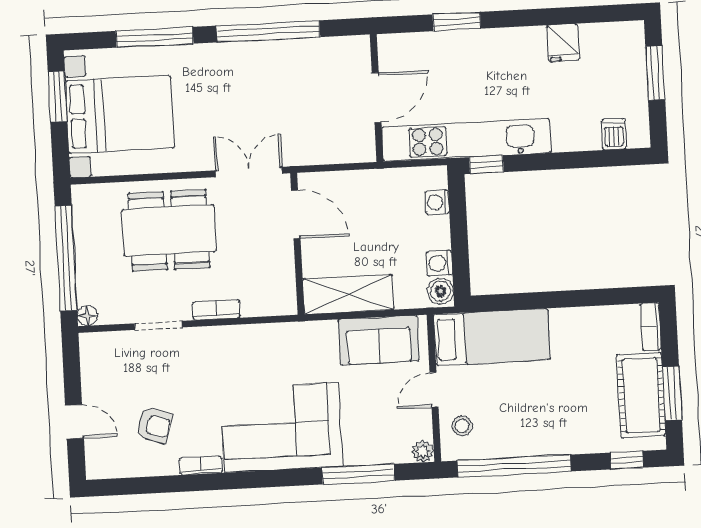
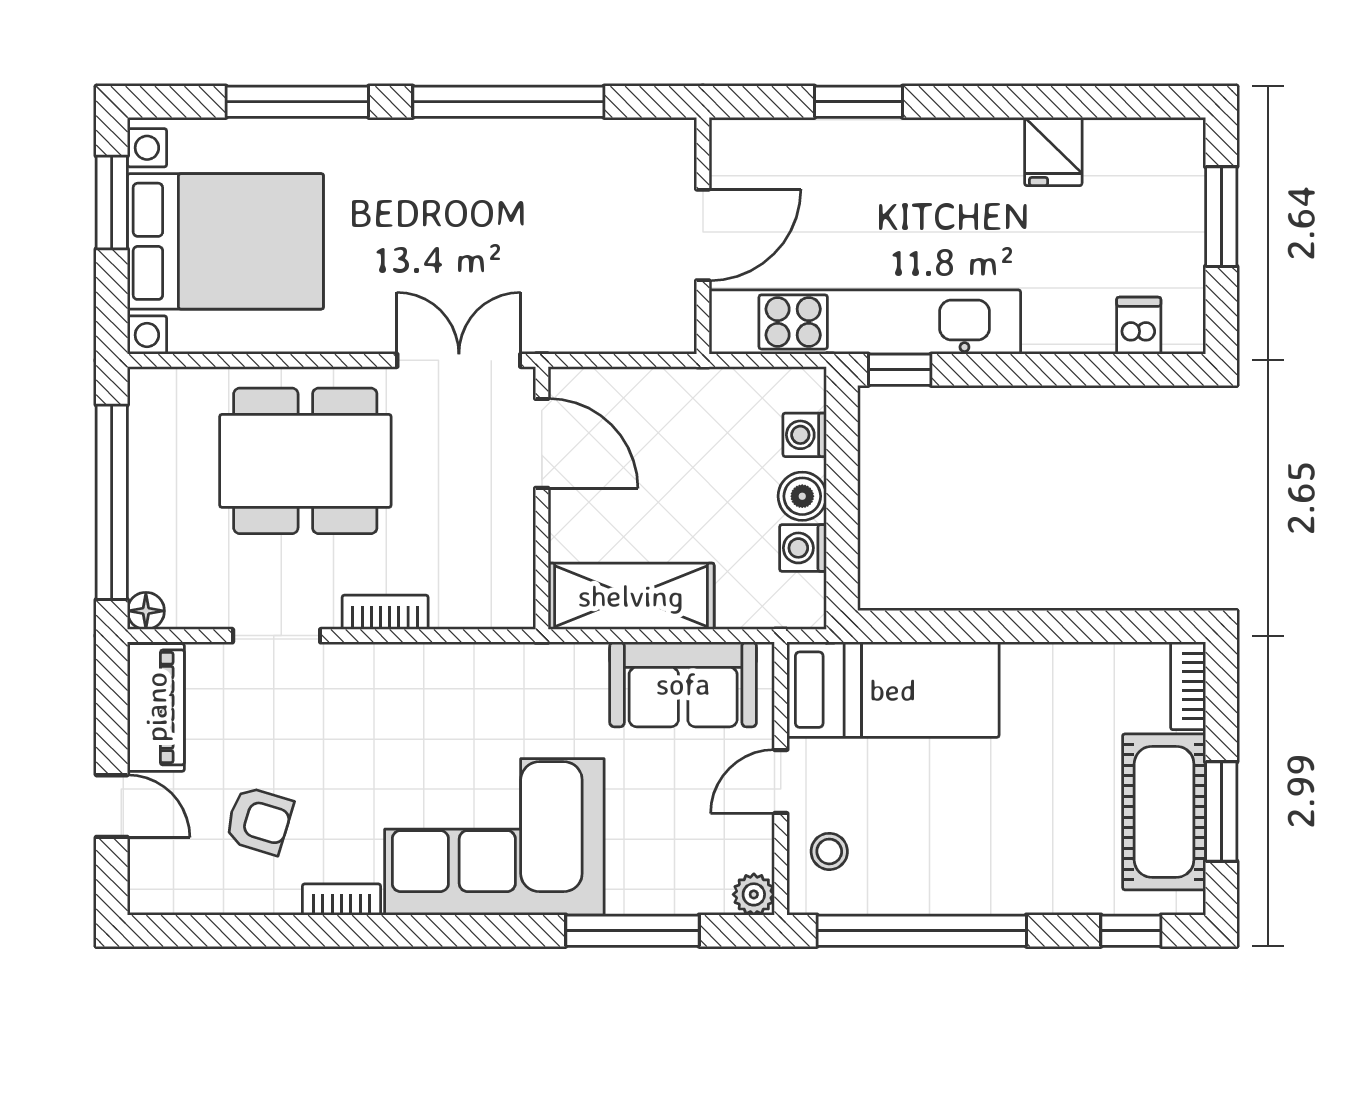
boiler: (440, 291) -> (802, 496), moved
piano: (95, 367) -> (156, 707), added

